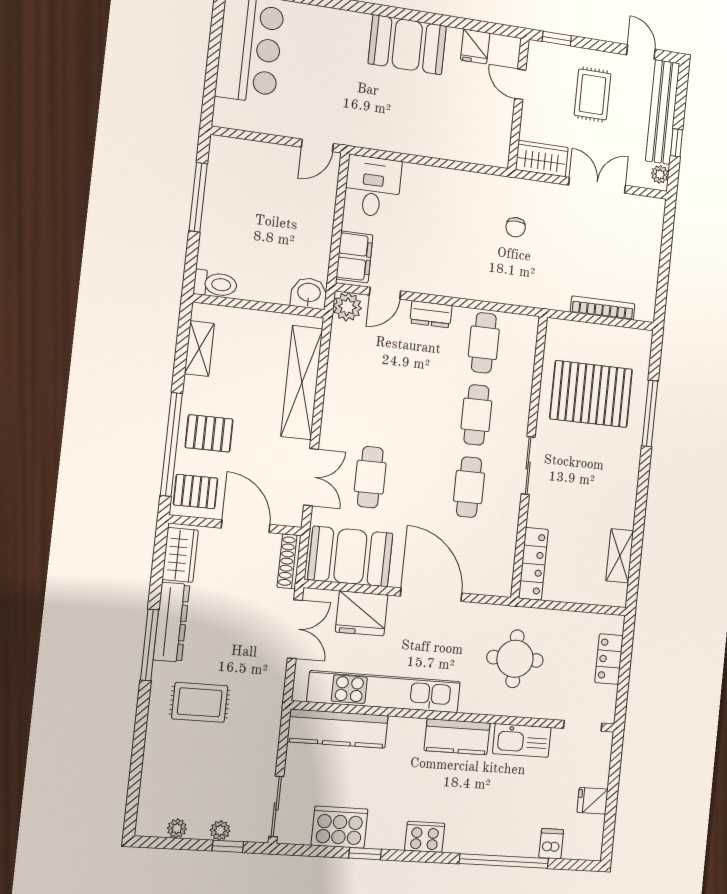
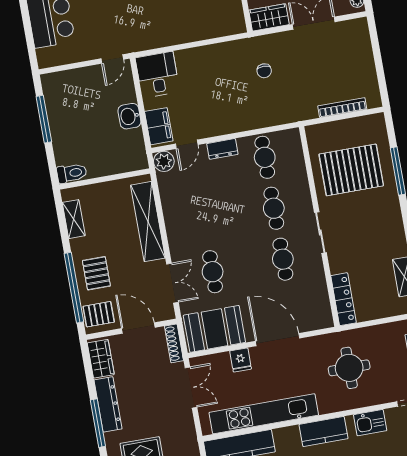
washbasin: (309, 293) -> (129, 116), moved, turned -90
pallet: (209, 433) -> (96, 273), turned 90
fridge: (362, 613) -> (241, 360), width x0.53, depth x0.75
kitchen sink: (522, 740) -> (370, 423), width x0.73

